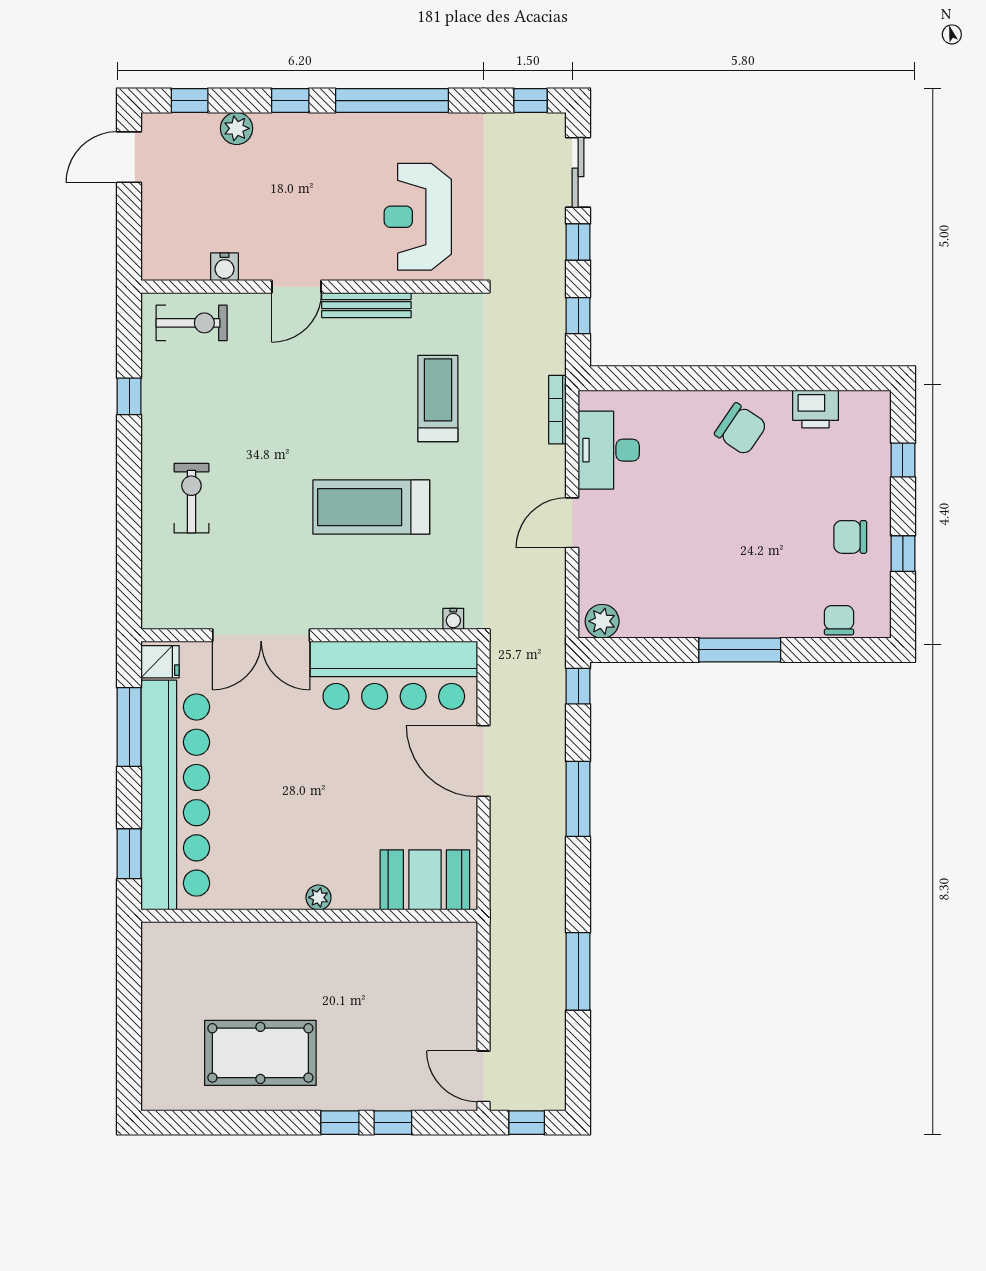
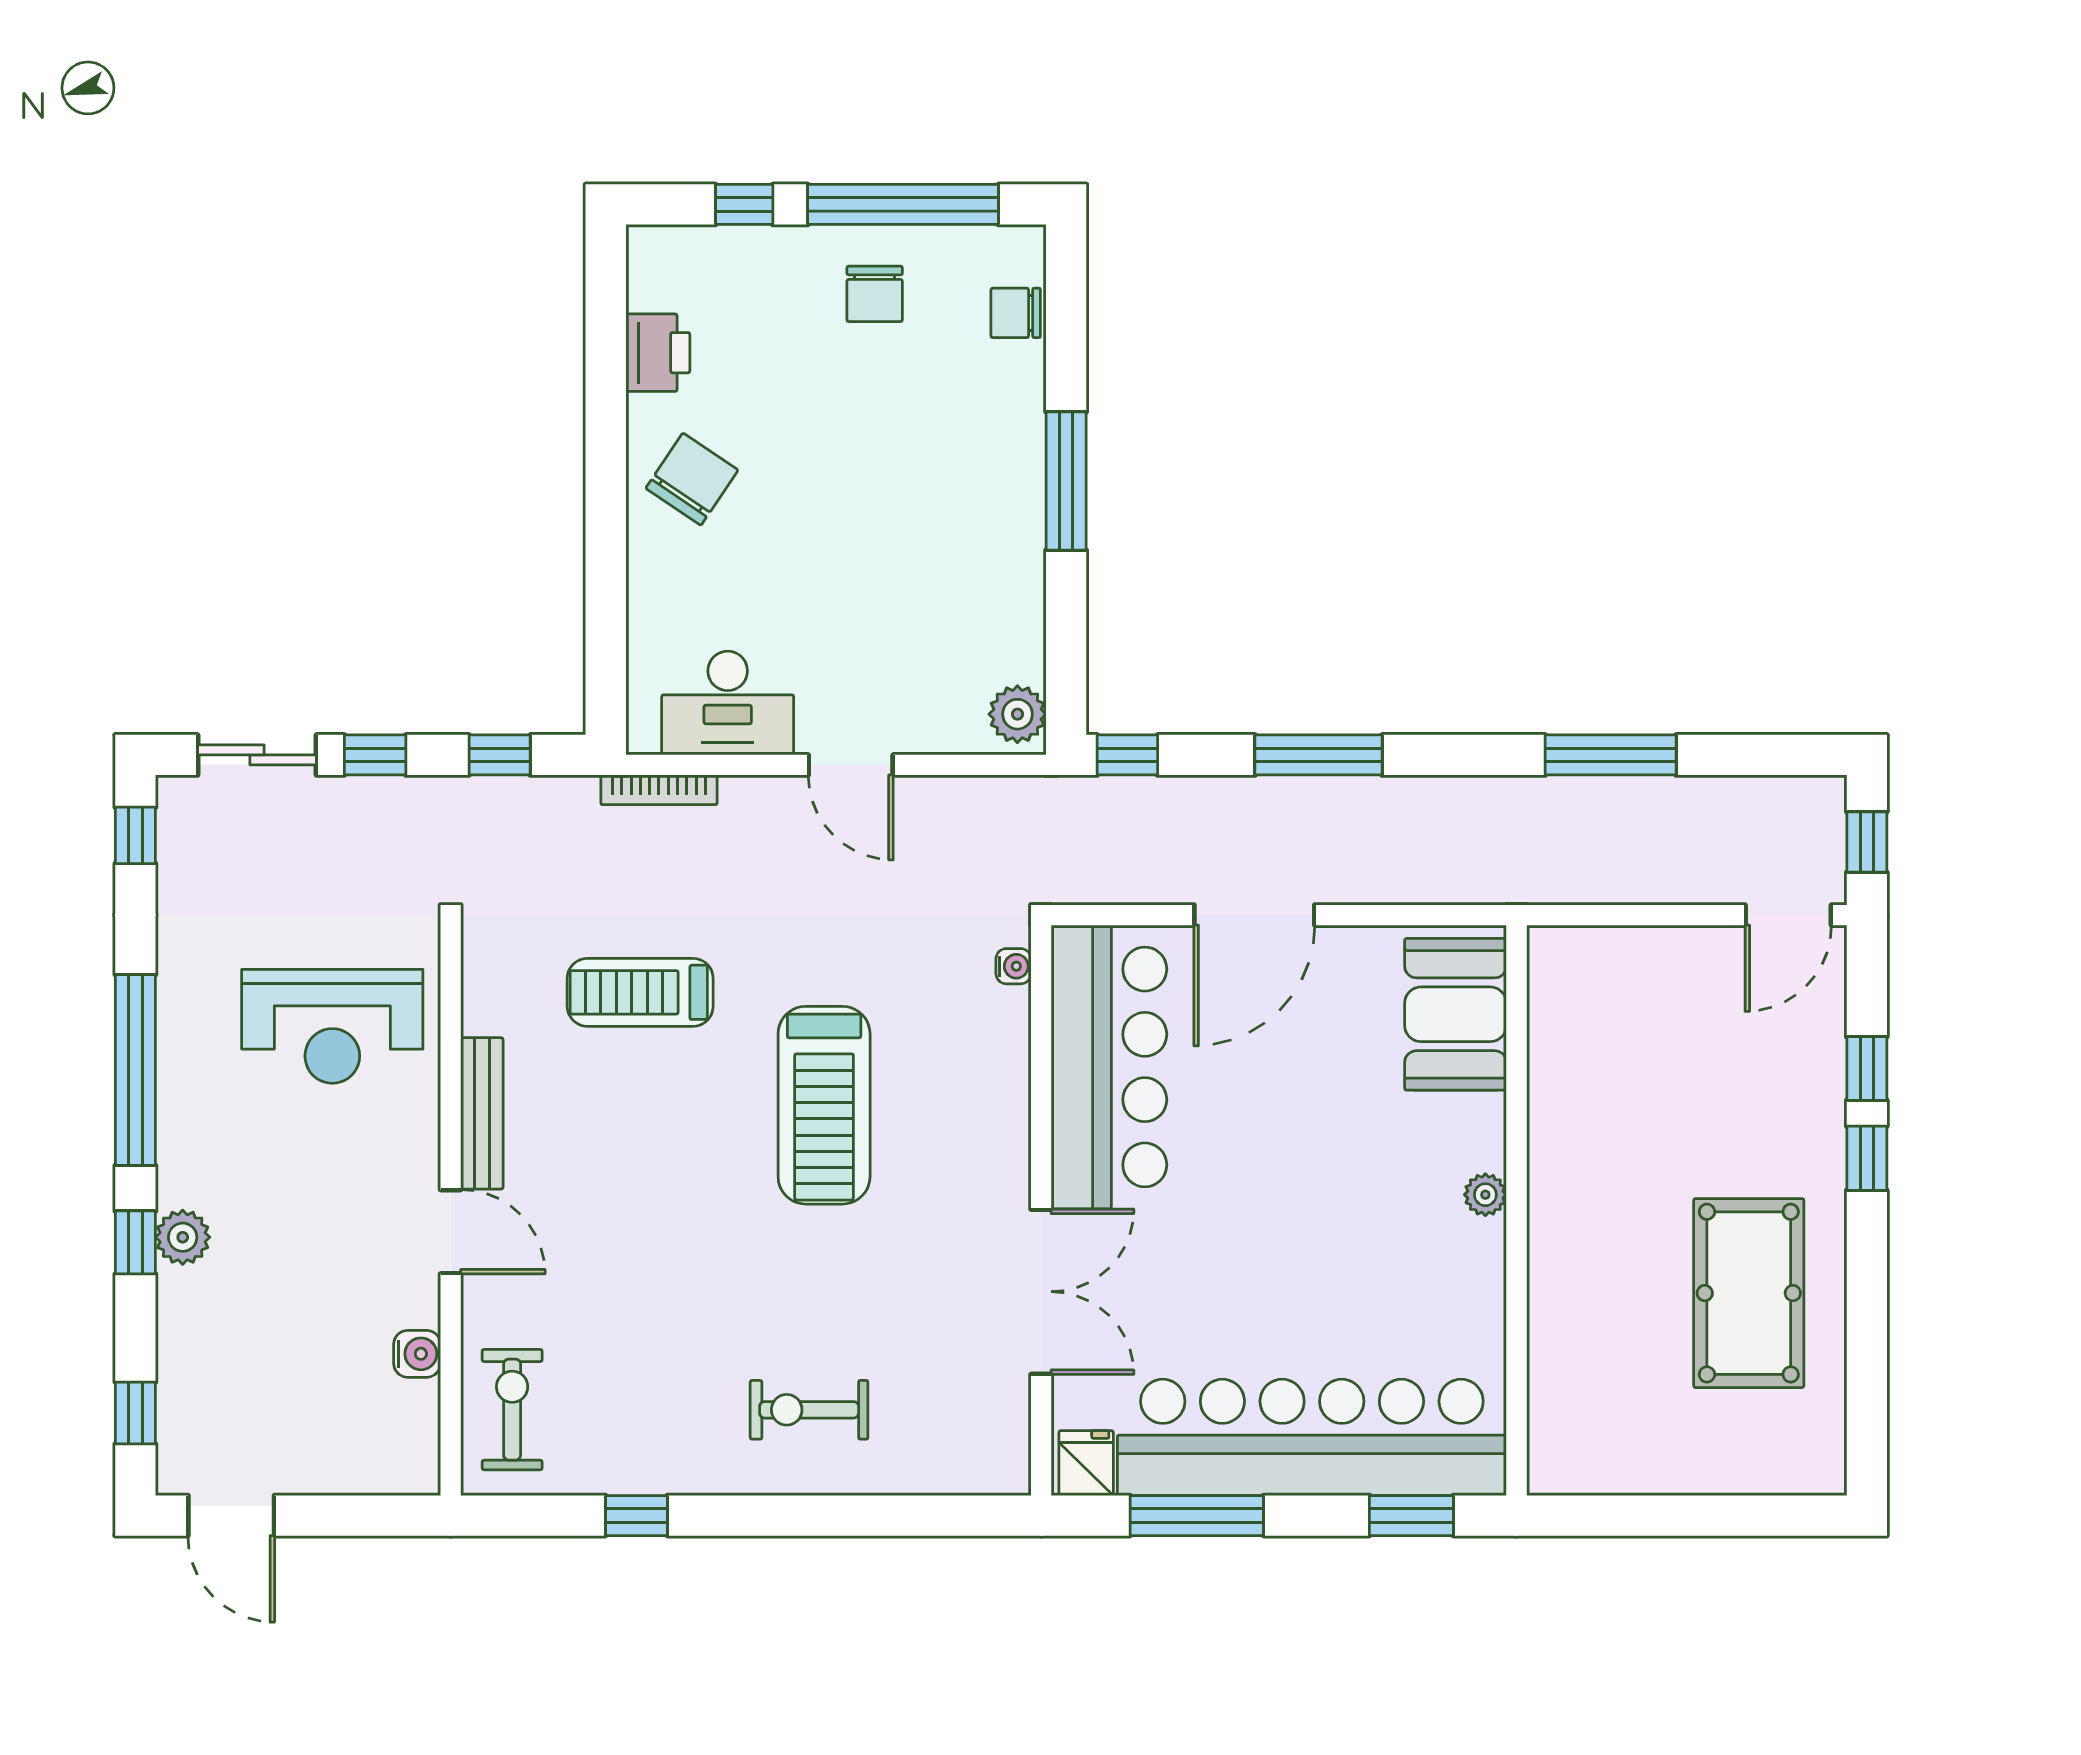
plant: (237, 128) -> (183, 1237), moved
window: (903, 554) -> (903, 204), width x3.17

